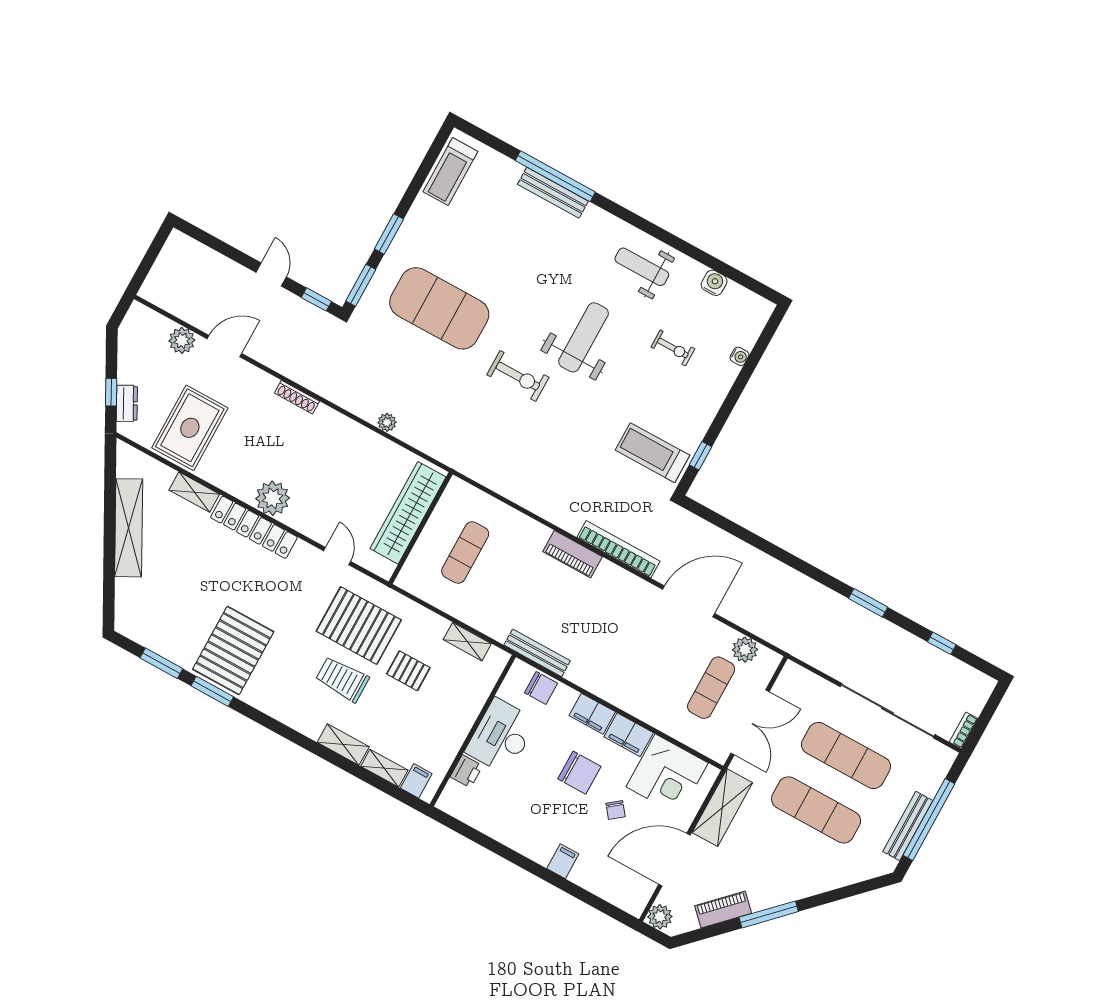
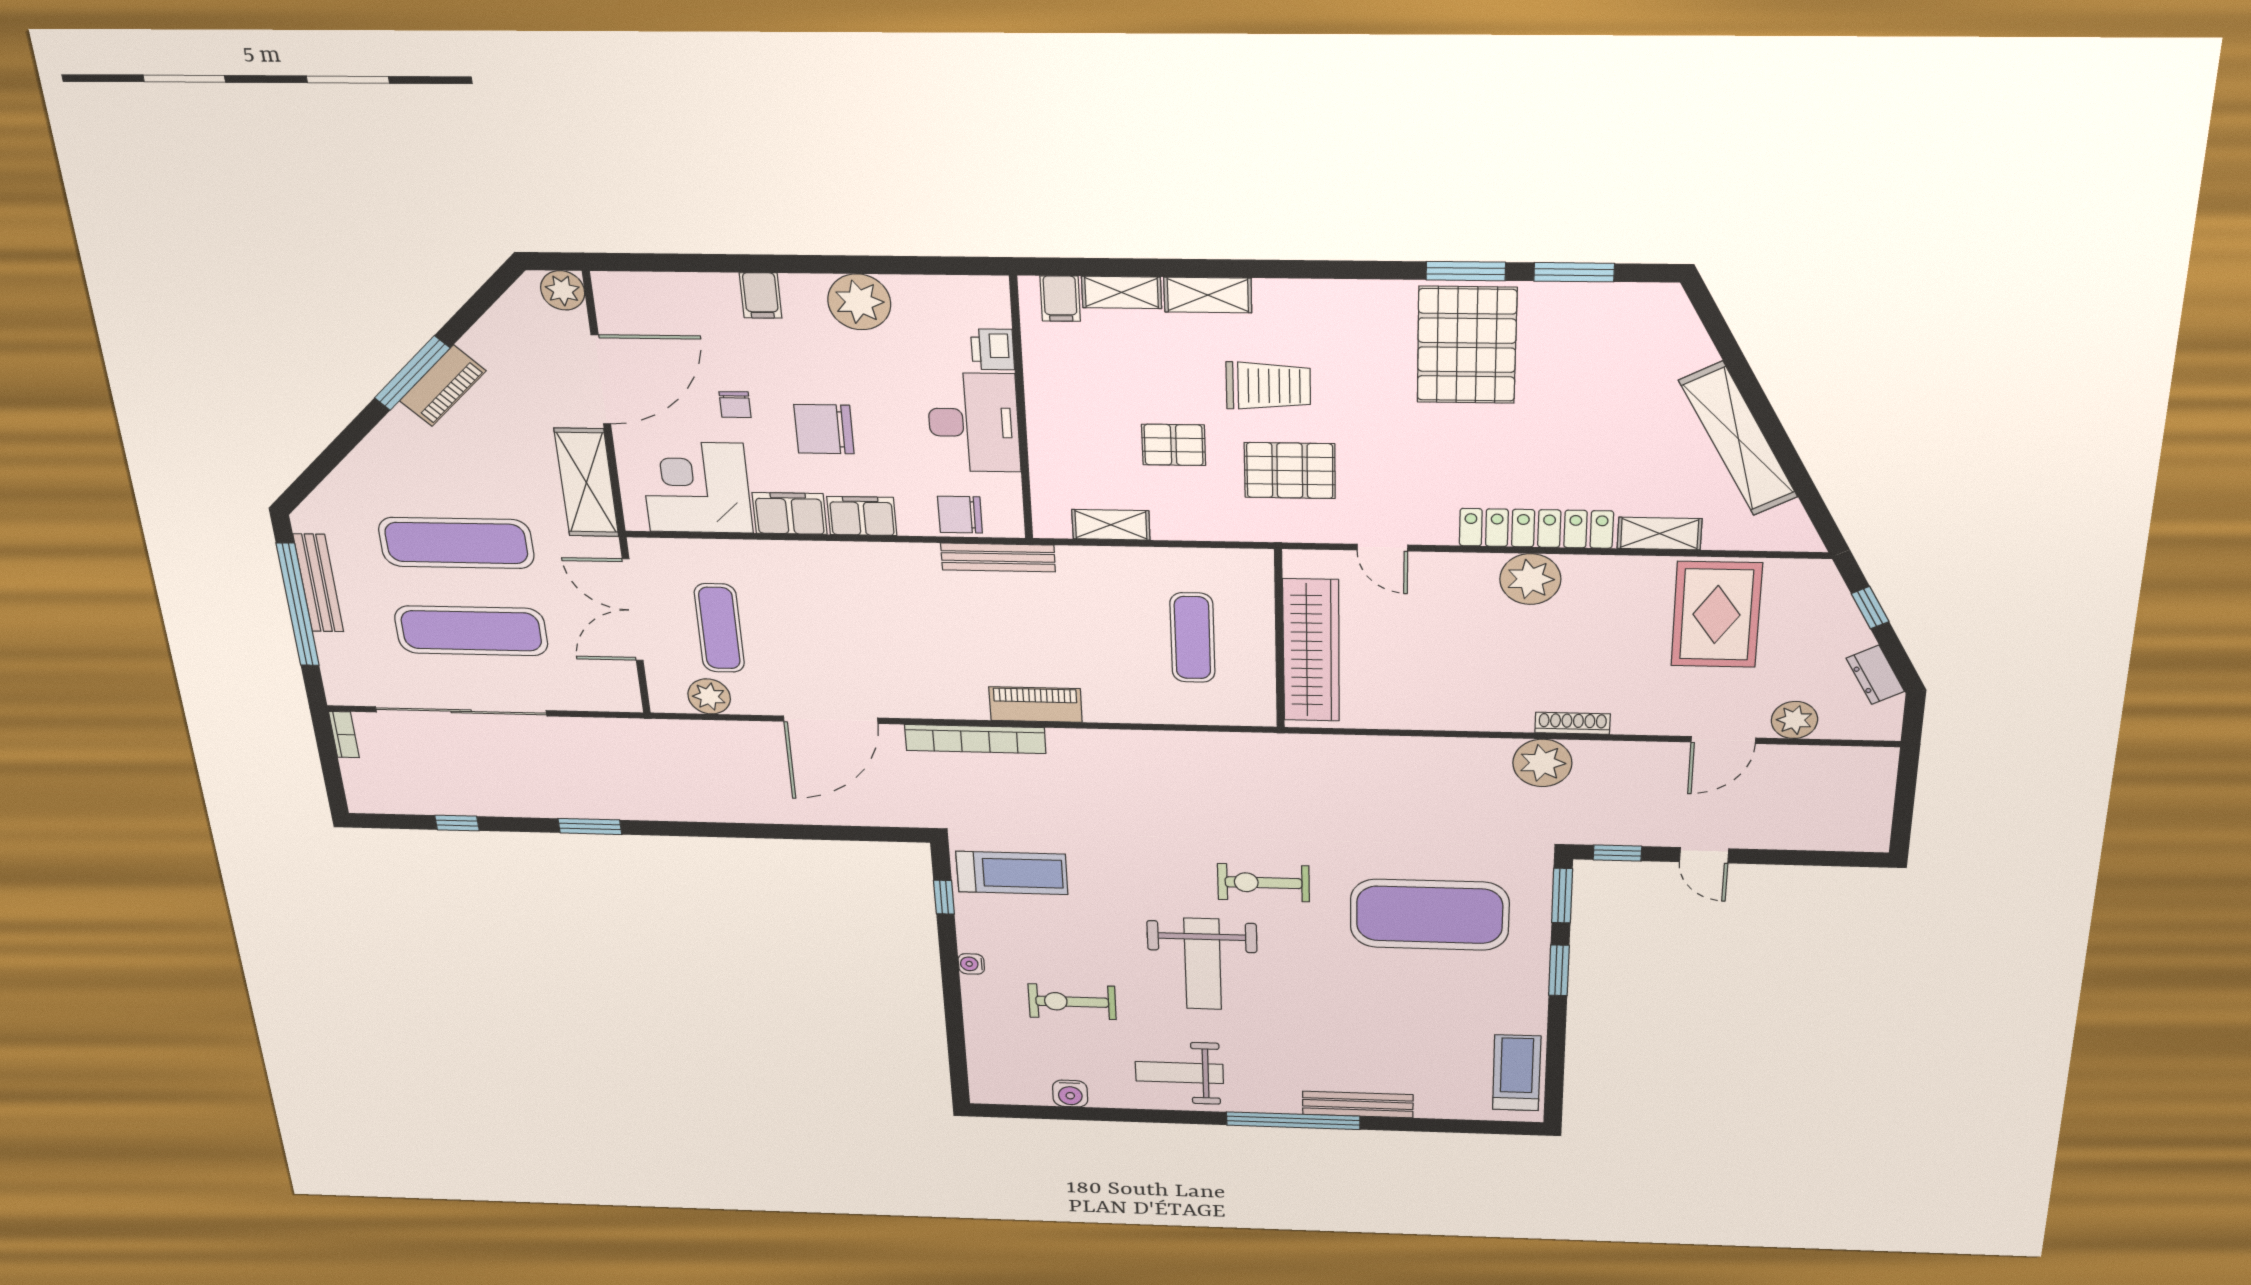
window: (555, 176) -> (1293, 1121), moved
weight bench: (642, 267) -> (1179, 1073), turned 180
exercise bike: (673, 348) -> (1072, 1002), width x1.38, depth x1.39
water cooler: (739, 356) -> (971, 964), moved
dresser: (127, 403) -> (1875, 675), moved
plant: (387, 422) -> (1542, 763), moved, width x1.88, depth x1.88
pallet: (359, 626) -> (1290, 471), width x0.73, depth x0.71
chair: (616, 810) -> (735, 405), turned -142
plant: (516, 832) -> (859, 302), added
piano: (723, 909) -> (443, 386), moved

